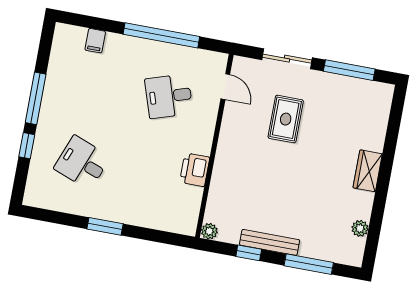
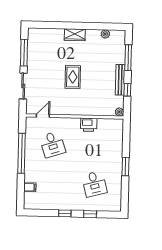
window: (36, 98) -> (65, 213), width x0.46
rug: (286, 119) -> (73, 77), moved, turned 90
desk: (82, 163) -> (94, 184), turned -36

